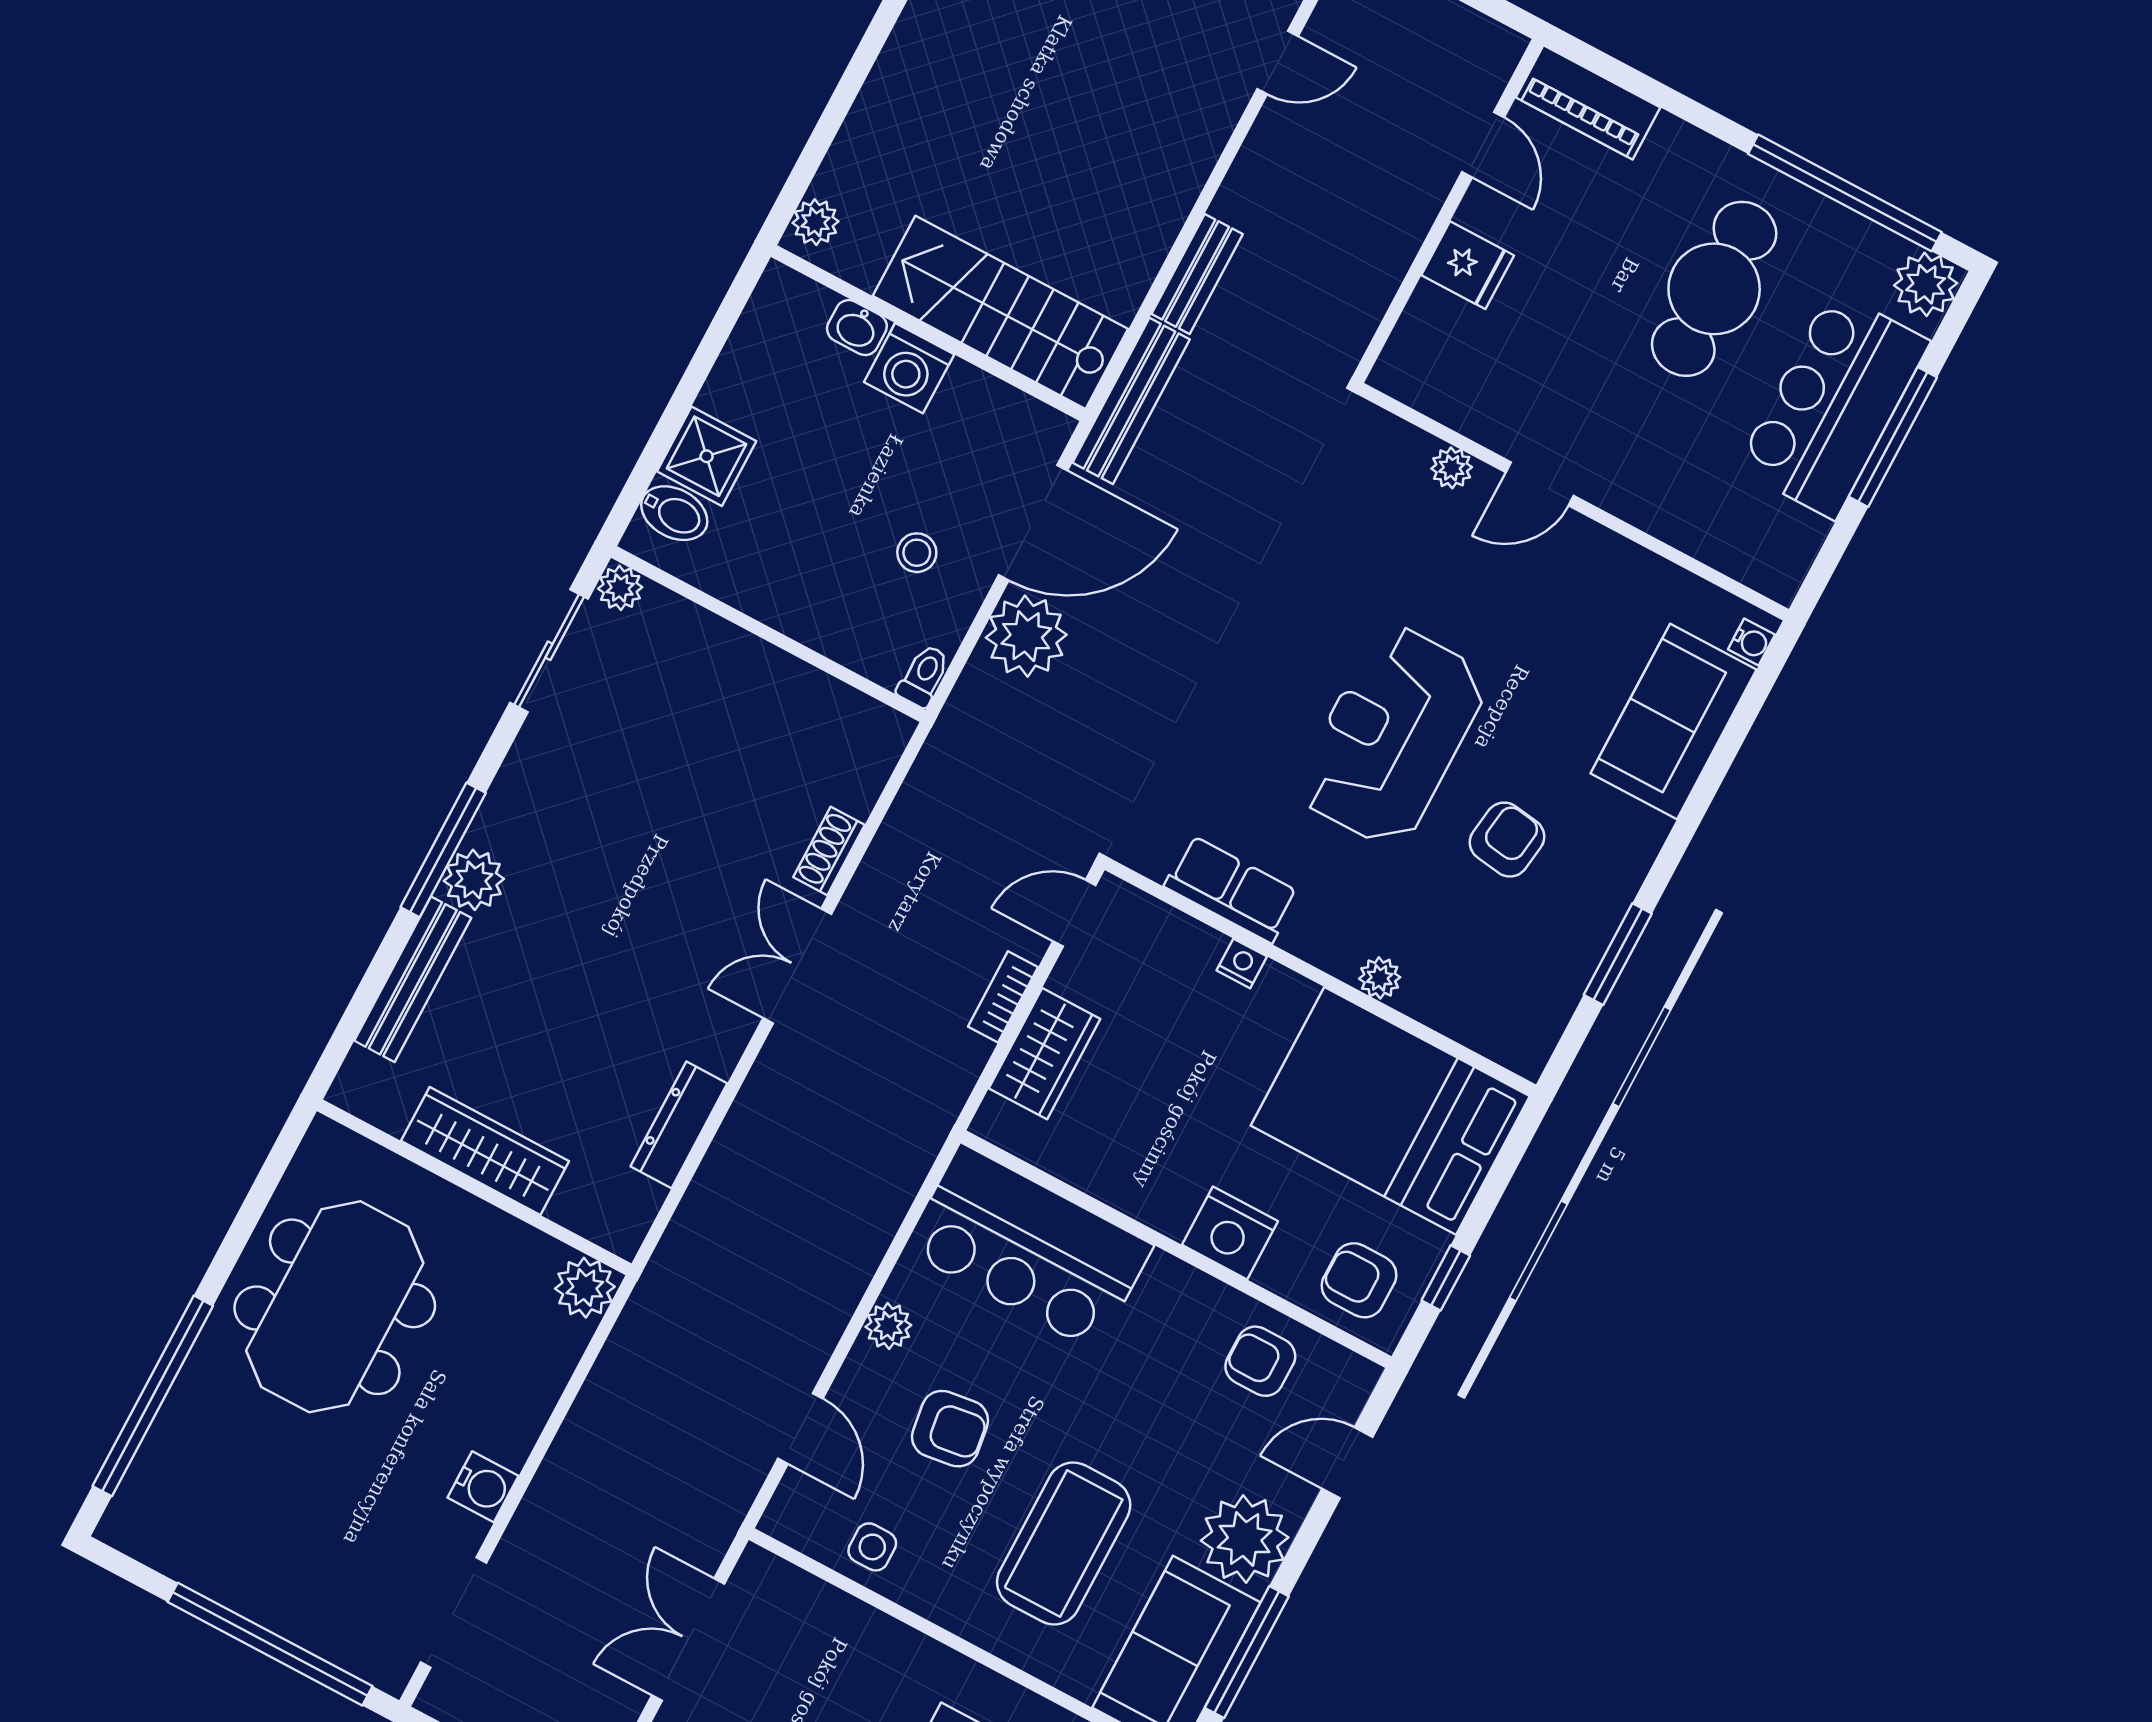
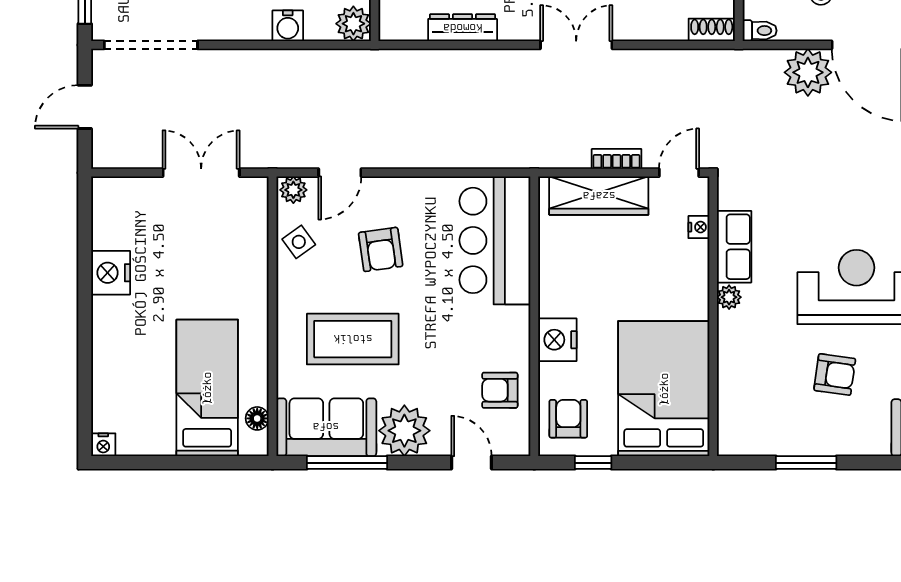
shoe rack: (829, 851) -> (712, 30), moved
door: (1074, 913) -> (679, 173), hinge flipped
nightstand: (1242, 963) -> (699, 227), moved
plant: (1380, 978) -> (729, 297), moved
wardrobe: (1045, 1054) -> (599, 196), width x1.50
plant: (888, 1326) -> (293, 190), moved
armchair: (1260, 1361) -> (500, 390), turned -90
water cooler: (483, 1487) -> (288, 26), moved
side table: (872, 1547) -> (299, 242), turned -36
doorway: (453, 1613) -> (151, 45), width x1.36

